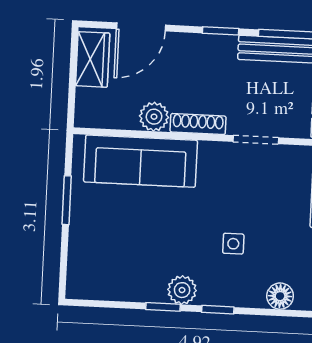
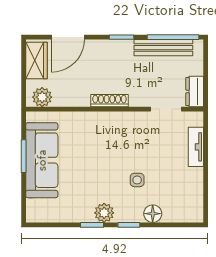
plant: (154, 117) -> (42, 97), moved
doorway: (256, 140) -> (166, 109), moved
sofa: (141, 161) -> (42, 160), moved, turned -90
floor lamp: (280, 296) -> (153, 214), moved

